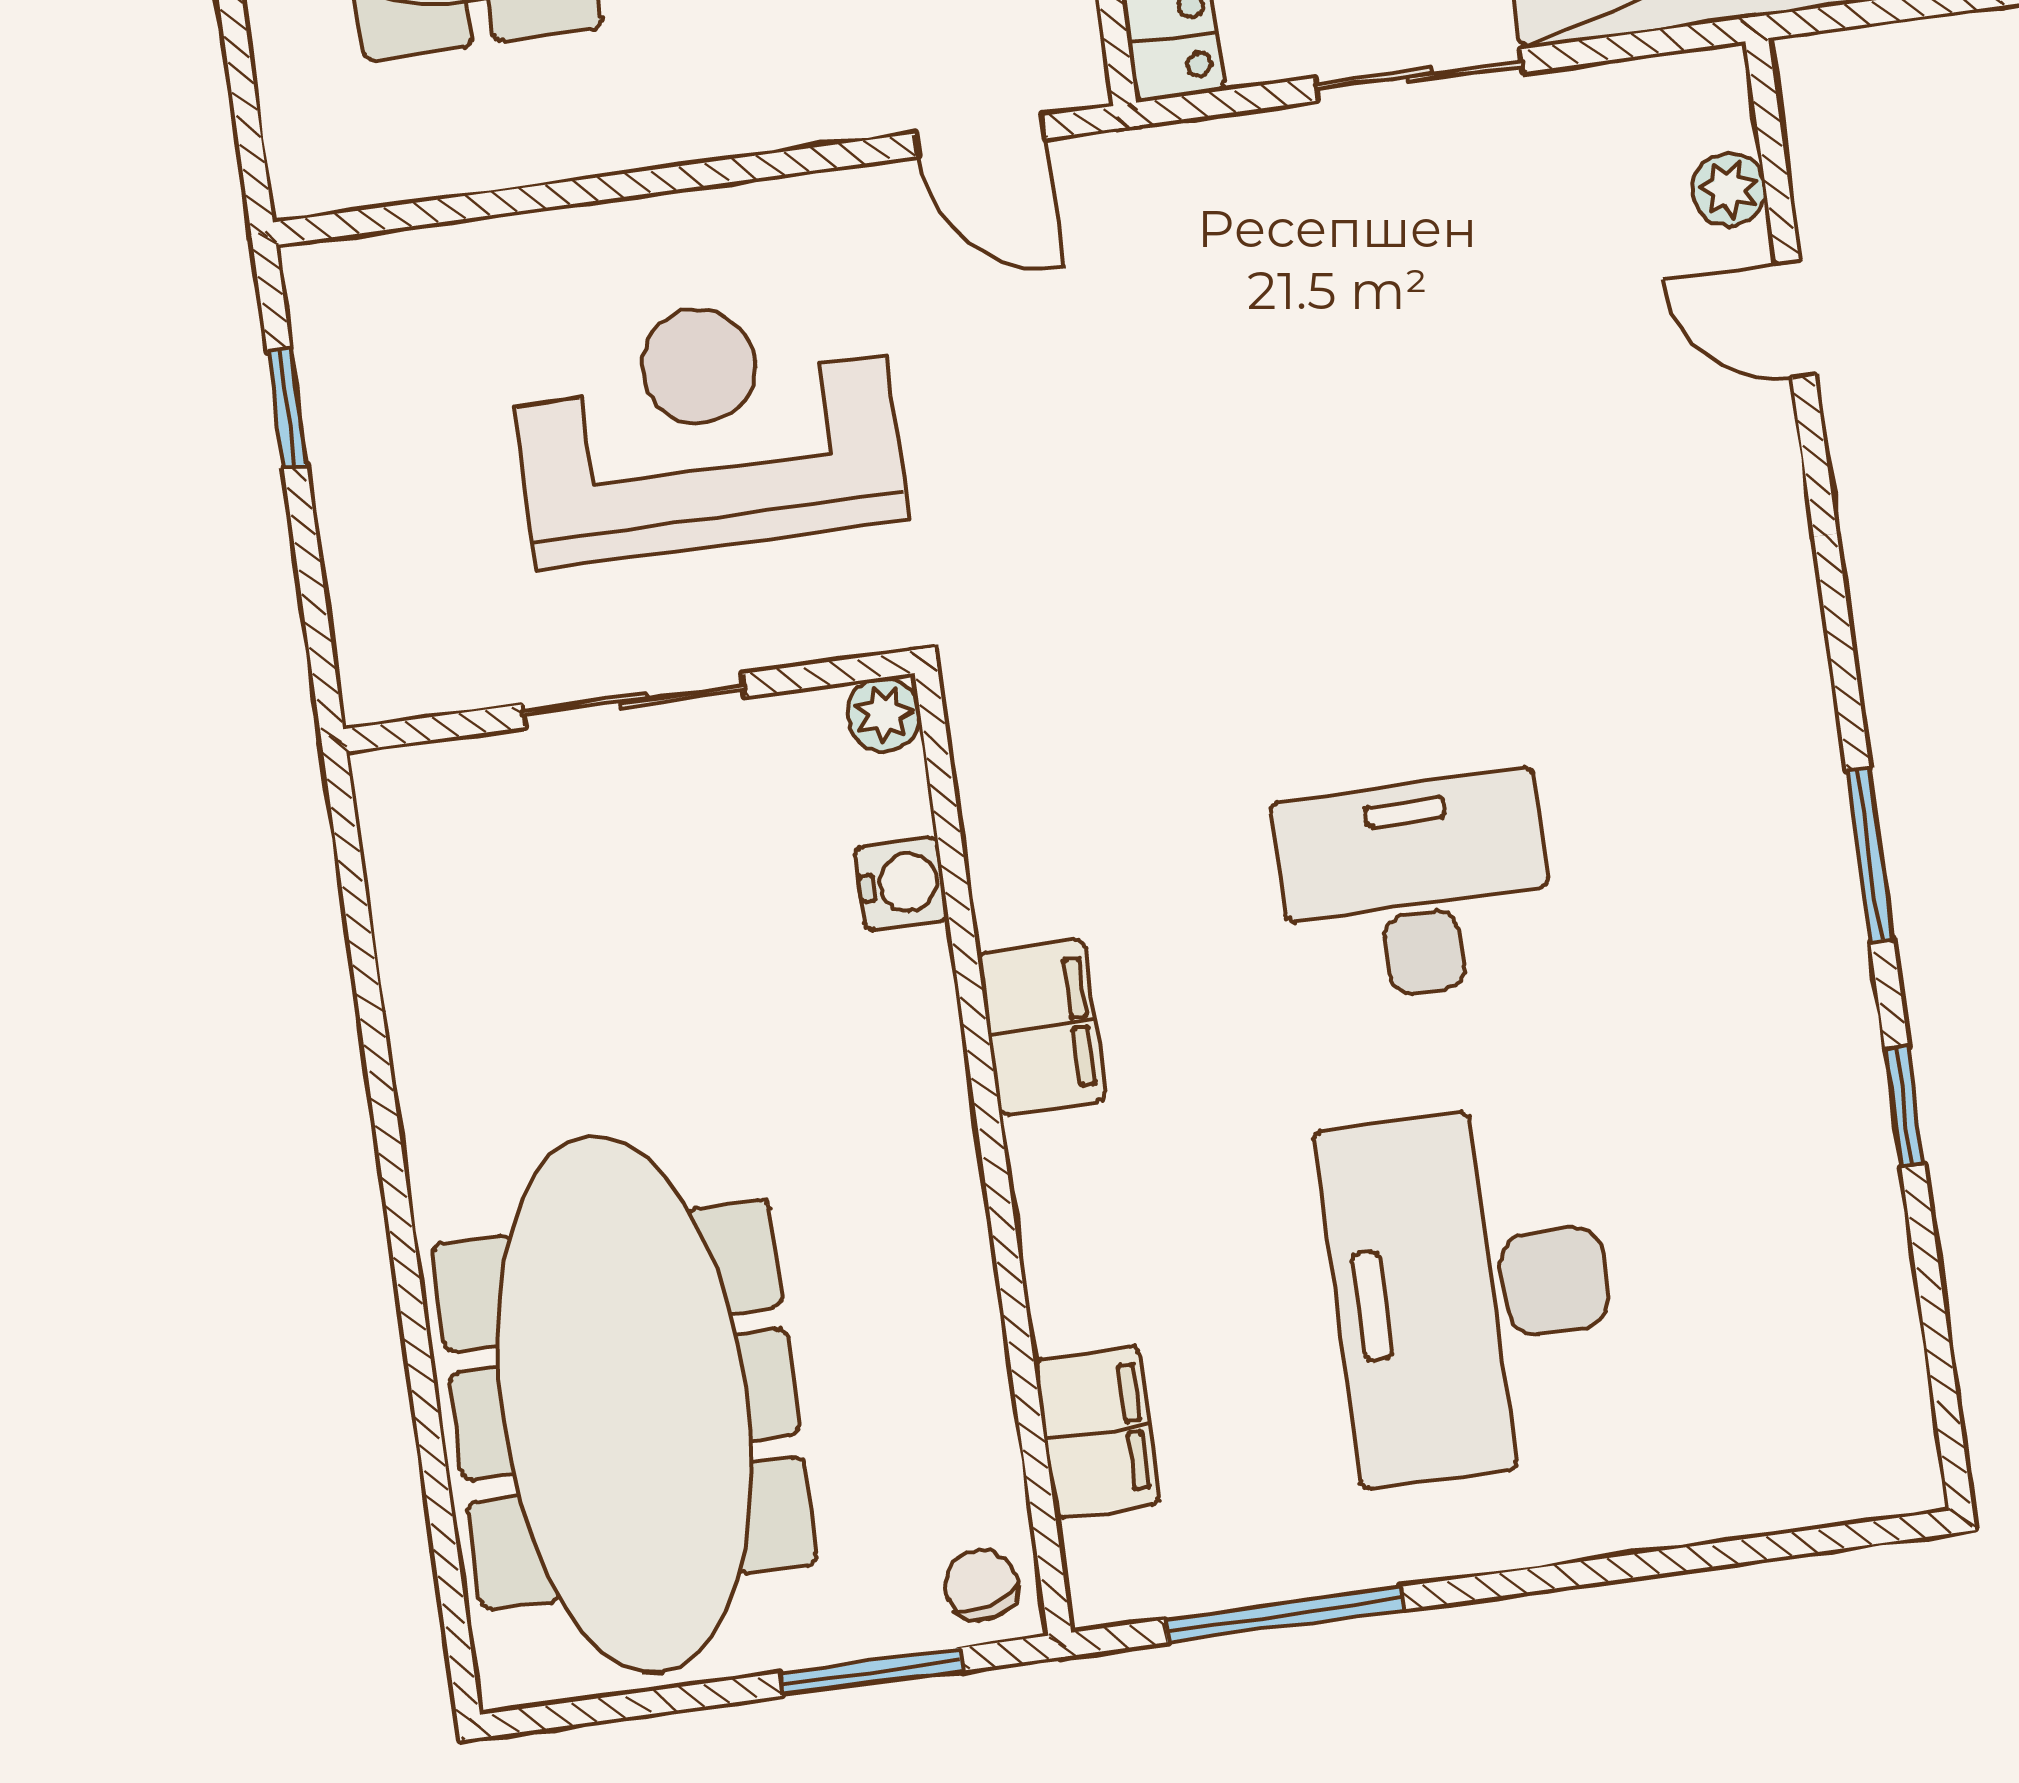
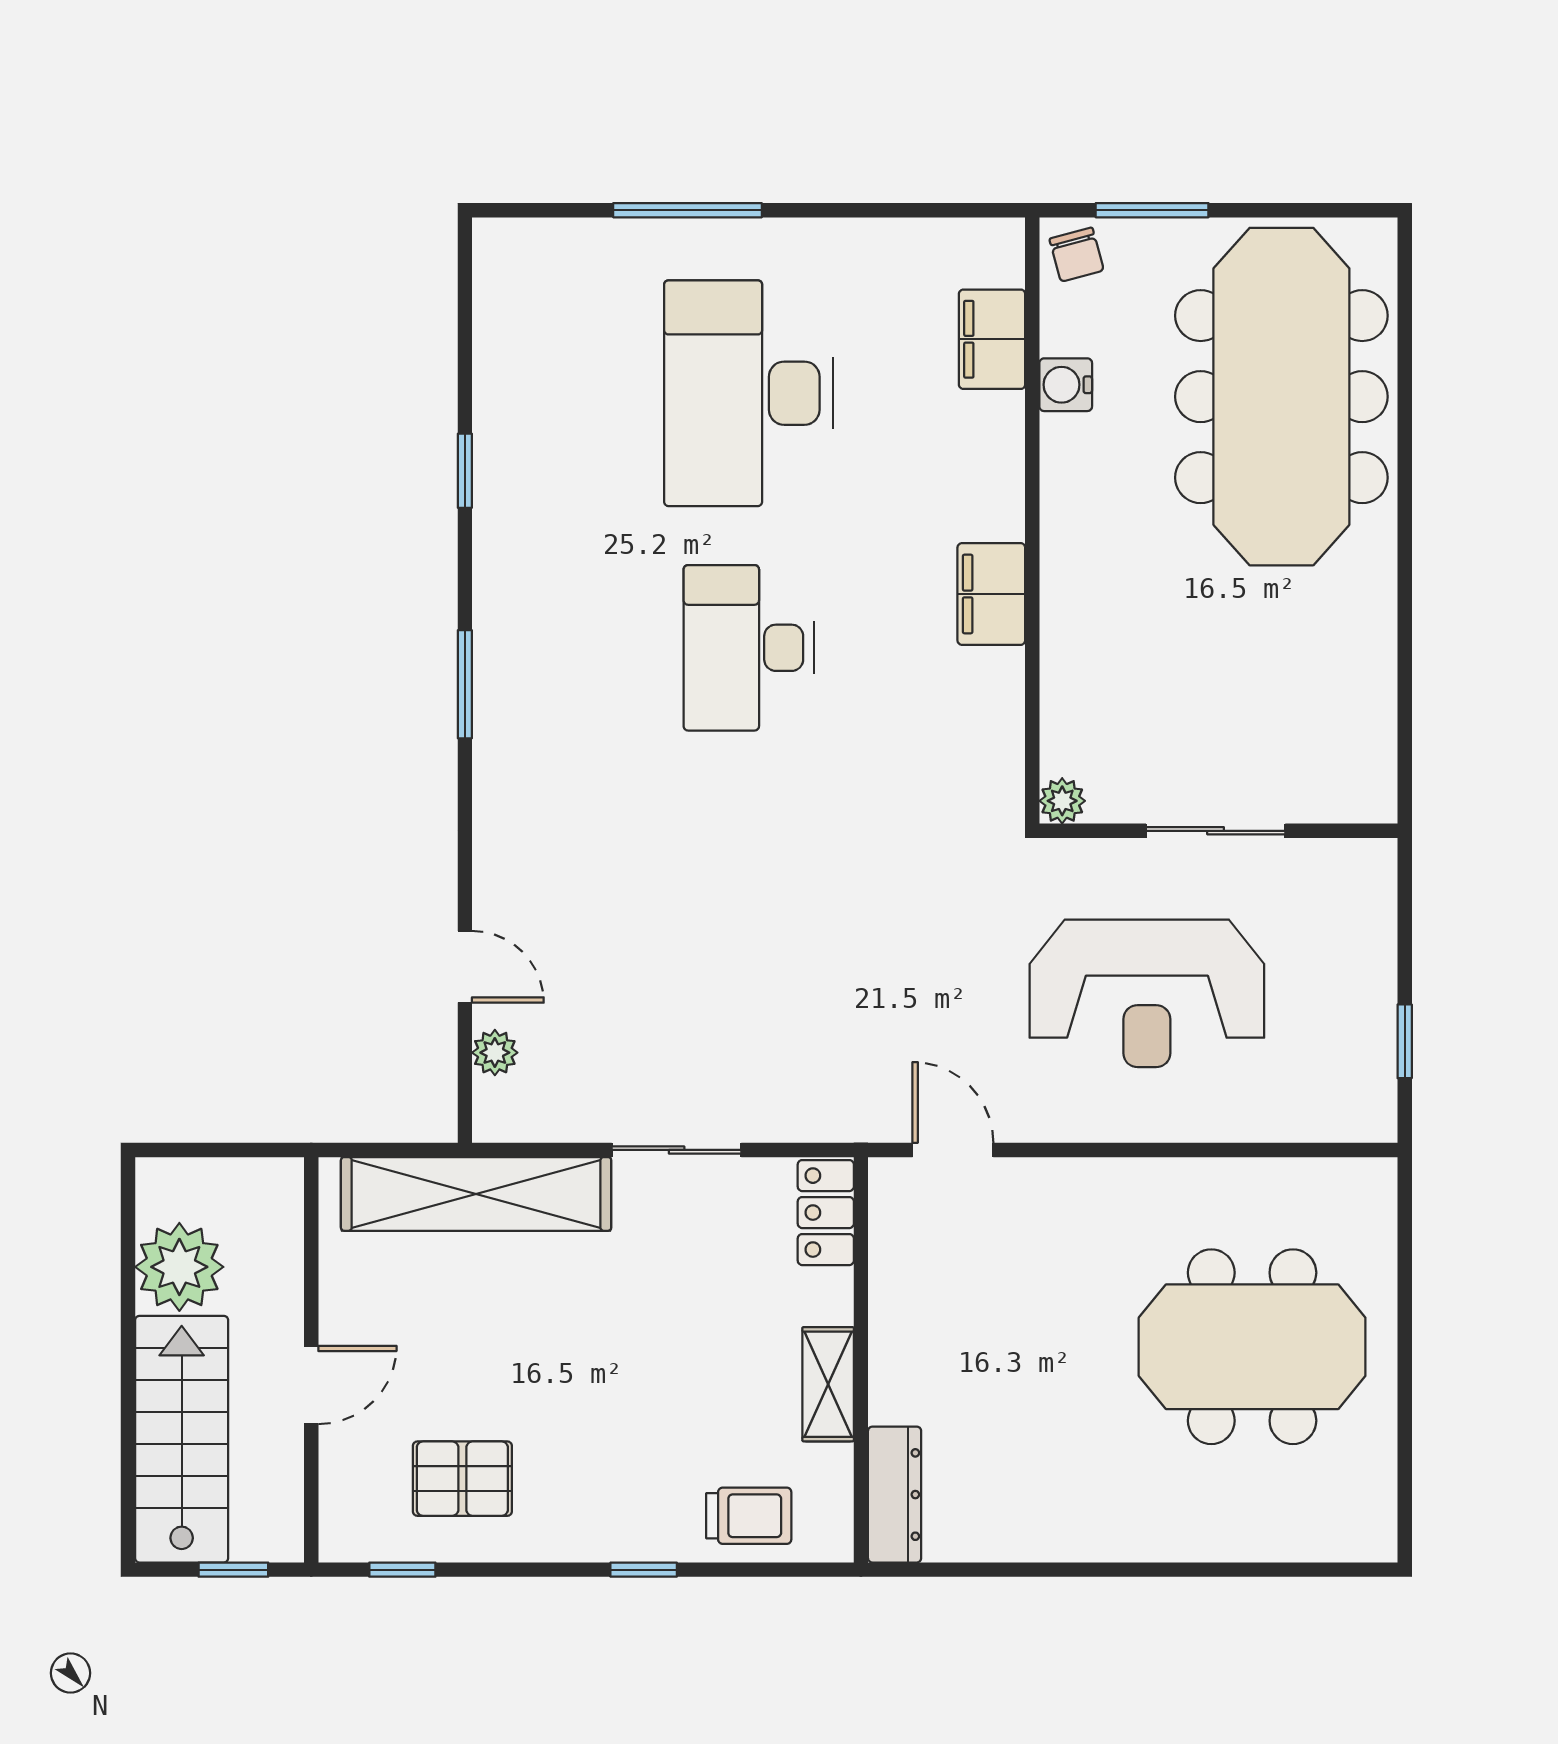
window: (1870, 855) -> (465, 684), moved
water cooler: (901, 883) -> (1066, 385), moved
desk: (1415, 888) -> (749, 648), turned 90
desk: (1471, 1292) -> (749, 393), turned 180
window: (1284, 1615) -> (688, 210), moved

